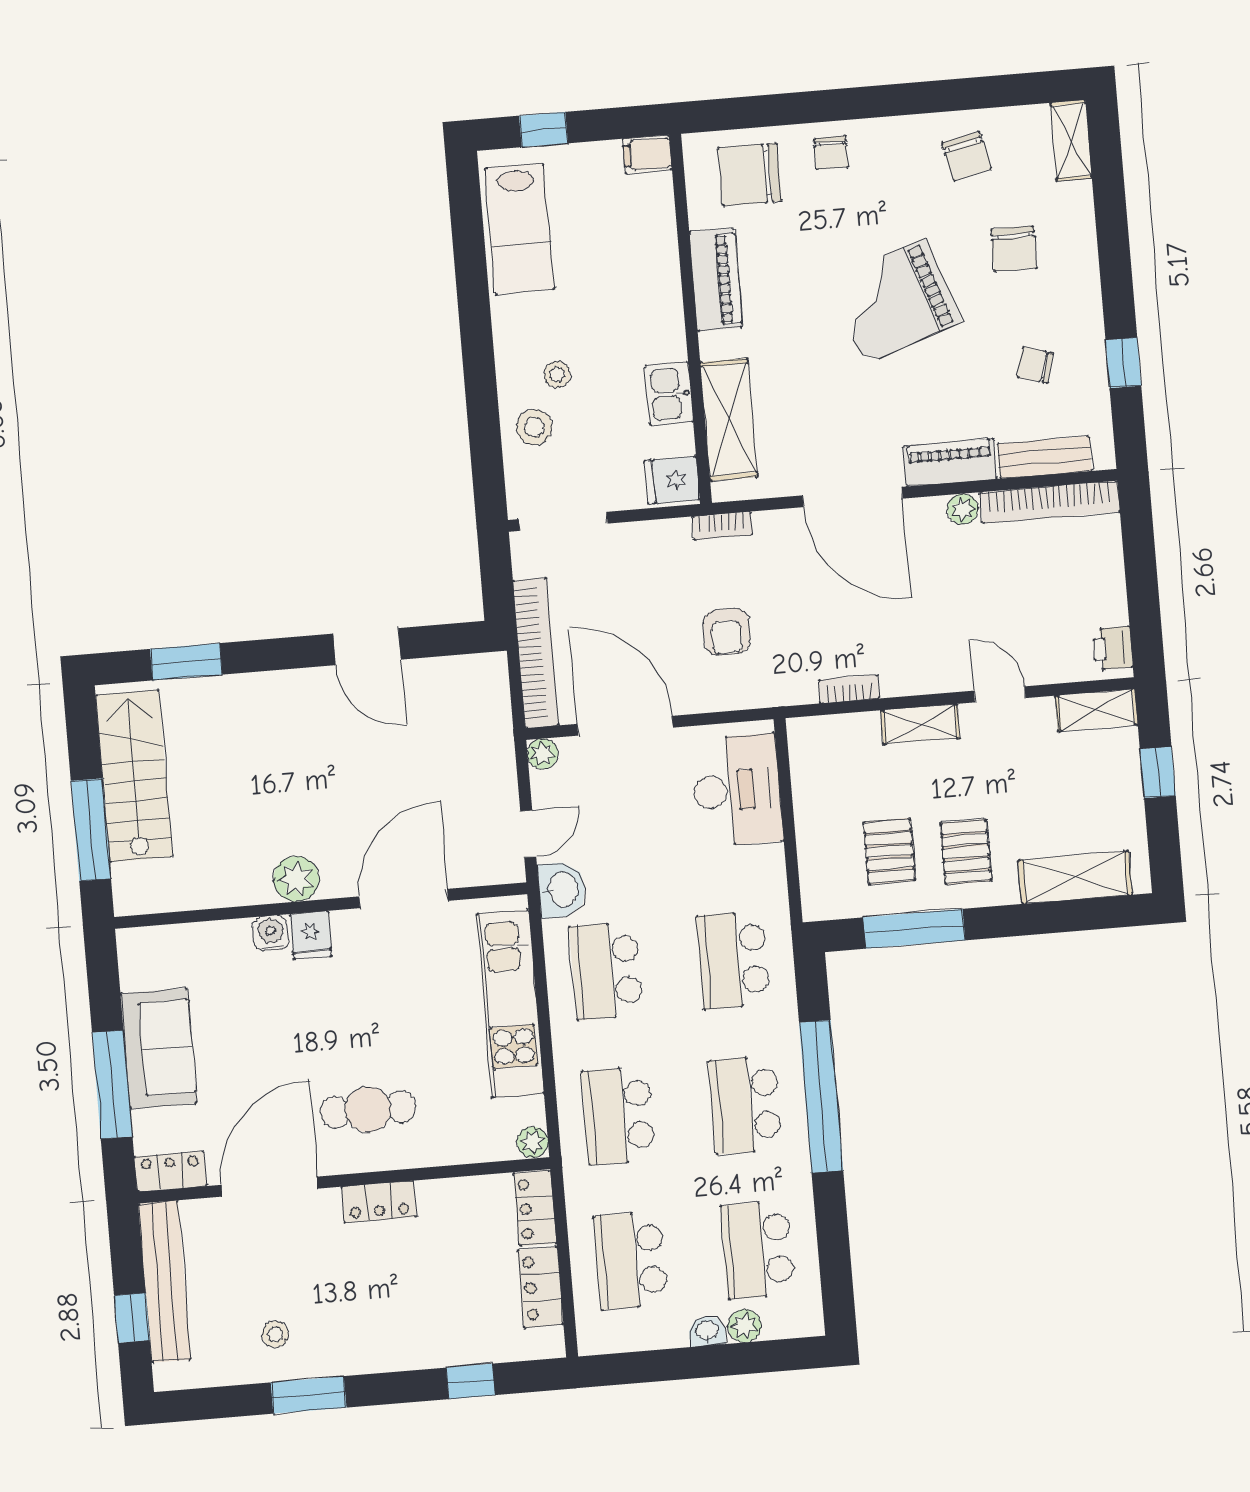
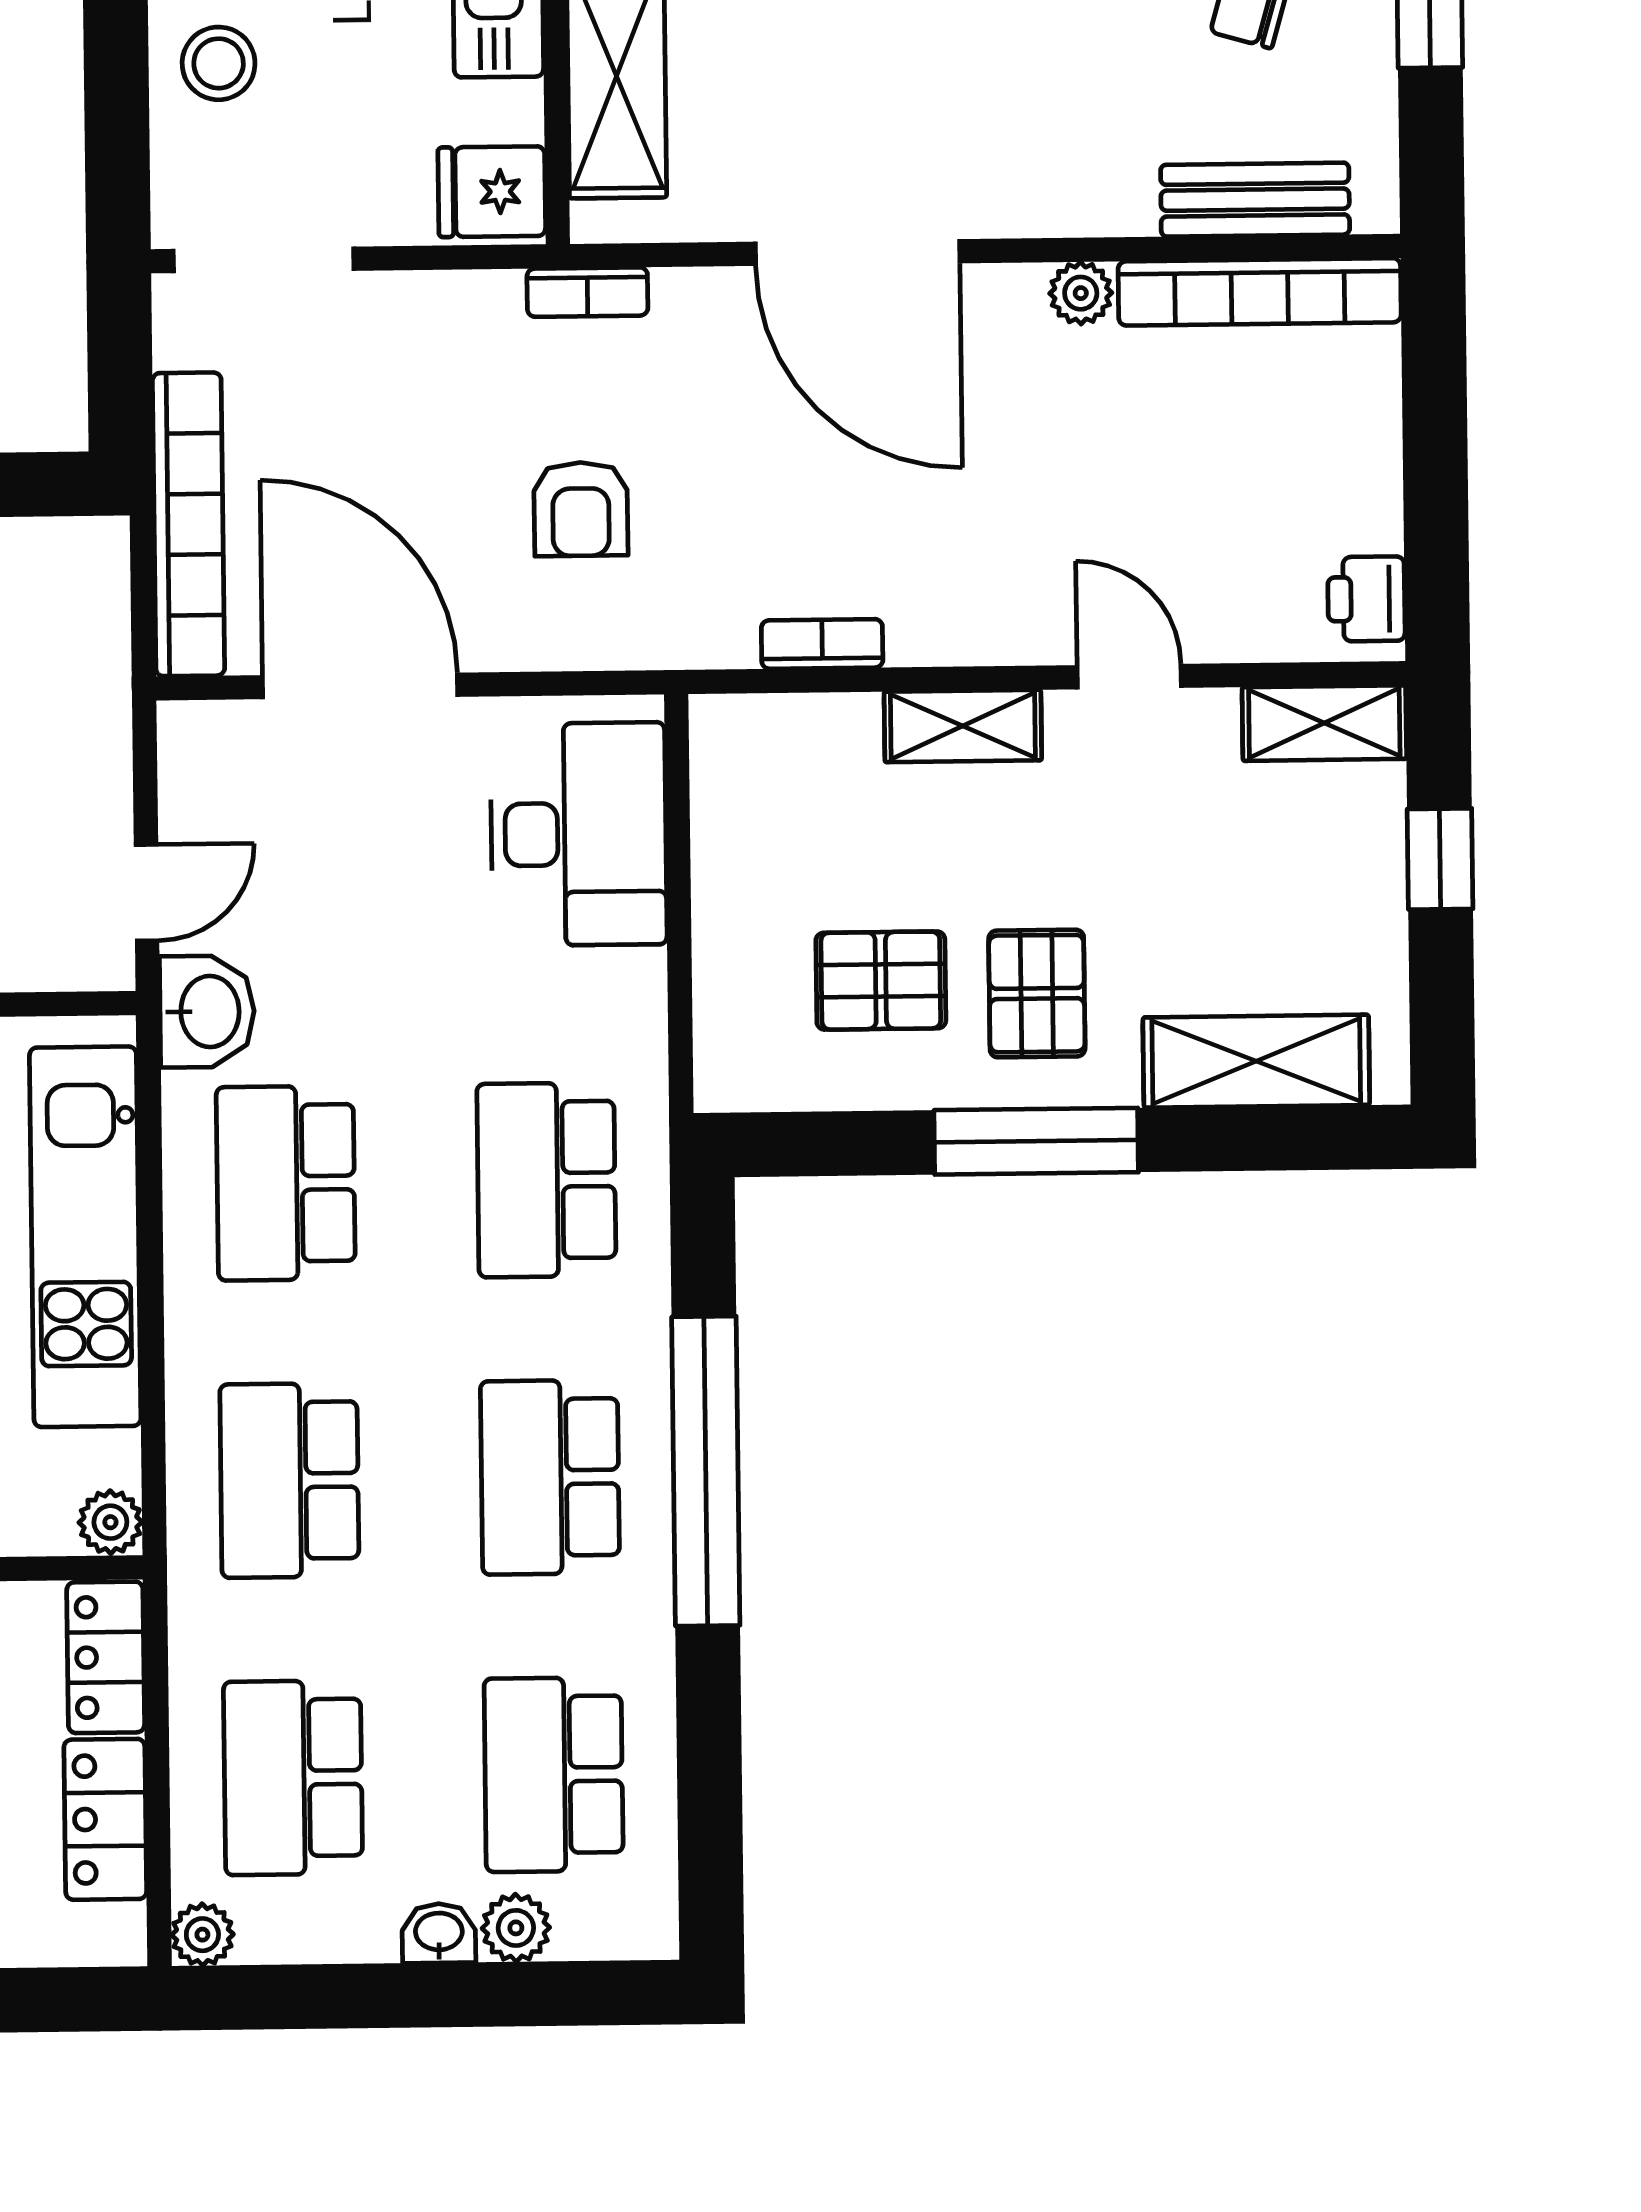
piano: (950, 463) -> (1061, 196), removed
plant: (543, 754) -> (202, 1935), moved
pallet: (889, 851) -> (881, 981), turned 90
window: (914, 929) -> (1036, 1141), moved

